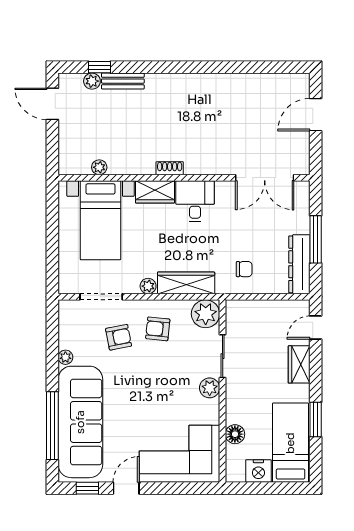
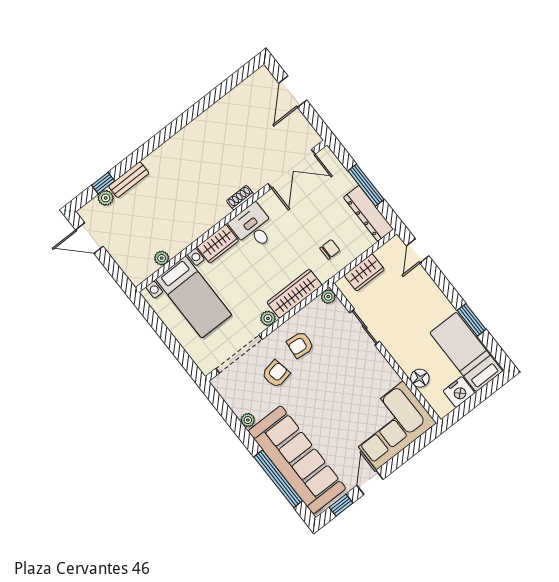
shoe rack: (170, 168) -> (240, 198), moved
doorway: (101, 297) -> (239, 354), width x1.36
plant: (206, 314) -> (328, 297), width x0.53, depth x0.53
wardrobe: (299, 364) -> (364, 272), moved, turned -90
plant: (210, 388) -> (374, 358), removed

